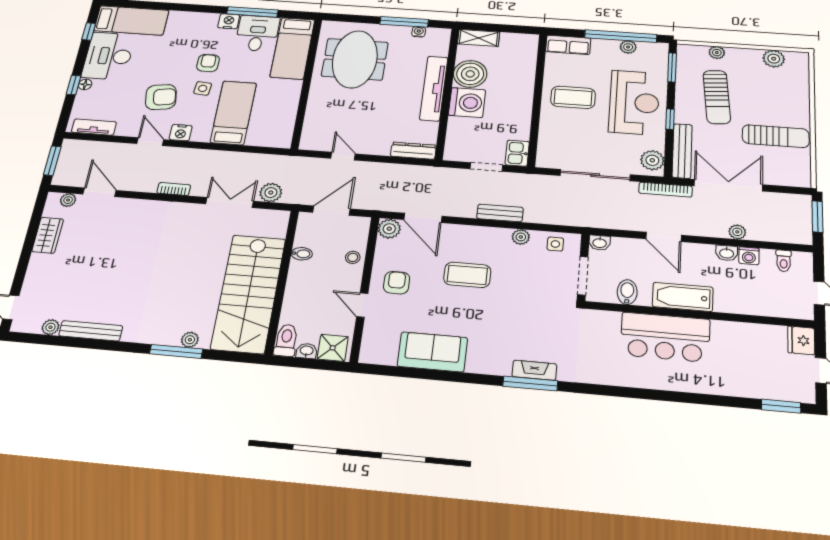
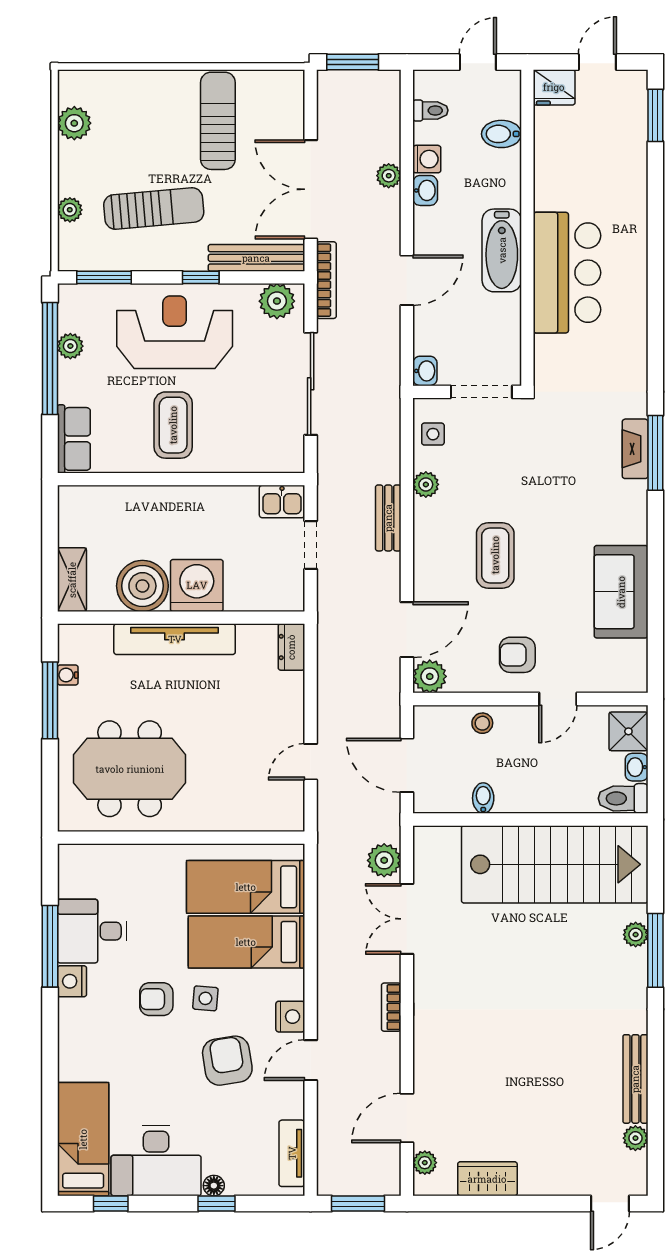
bed: (293, 48) -> (246, 887), moved, turned 180
dresser: (413, 151) -> (291, 647), width x0.70
bidet: (627, 292) -> (501, 134), moved

